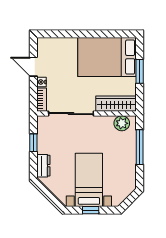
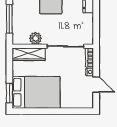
window: (140, 71) -> (9, 93), moved
plant: (122, 123) -> (35, 38), moved
window: (33, 143) -> (96, 22), removed

